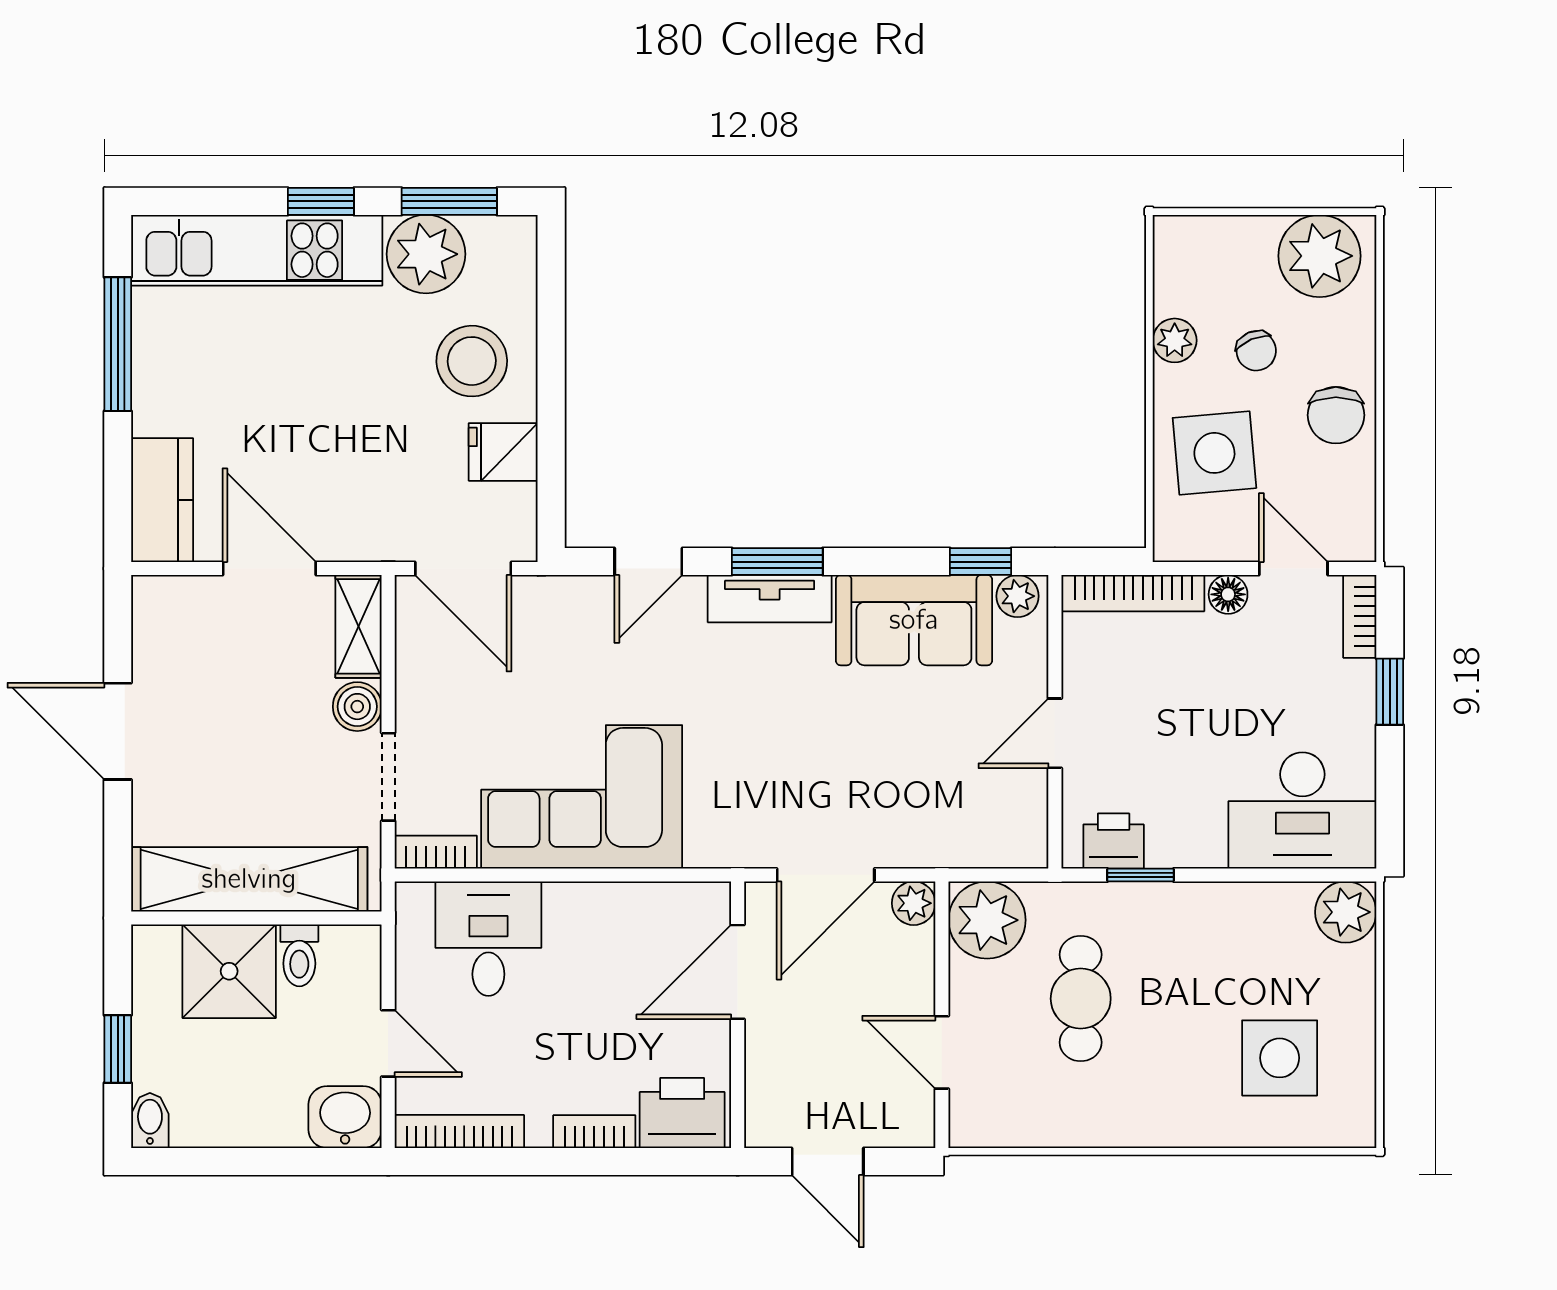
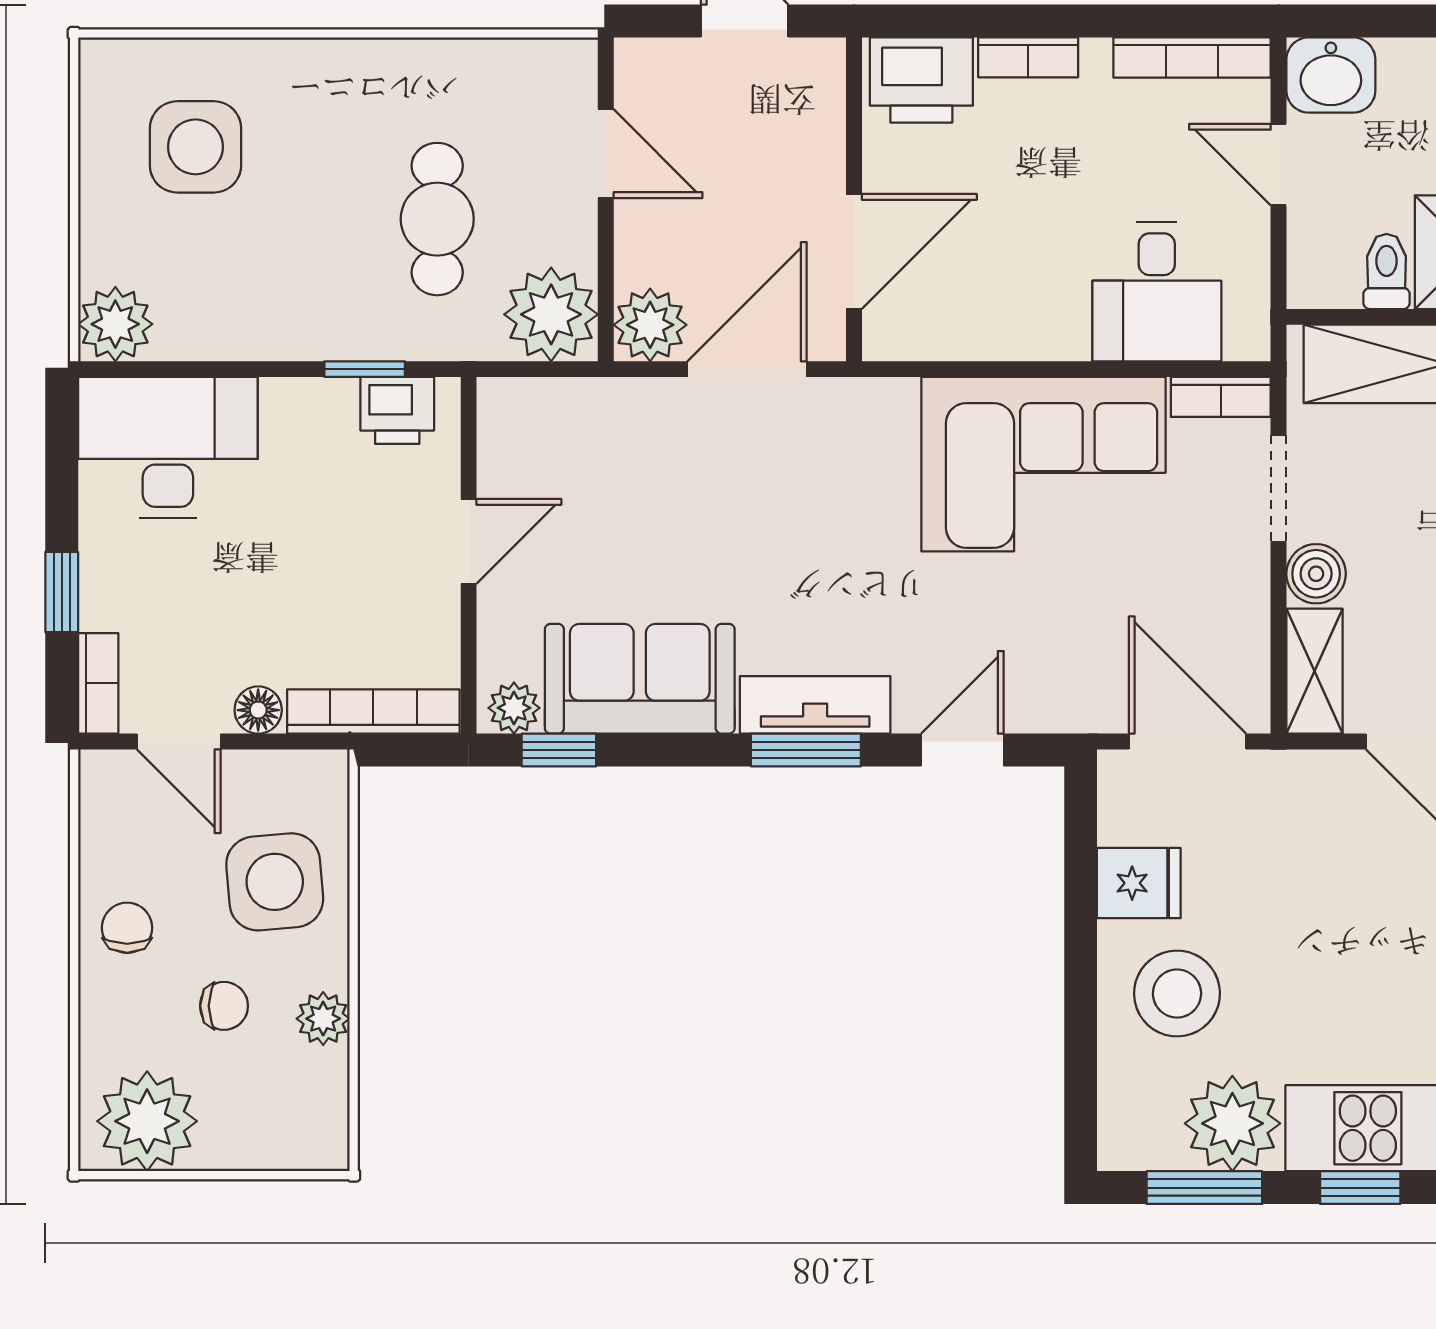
chair: (1256, 351) -> (224, 1006), turned 113
chair: (1336, 415) -> (127, 928), width x0.73, depth x0.73
plant: (914, 903) -> (650, 325), width x1.38, depth x1.38

